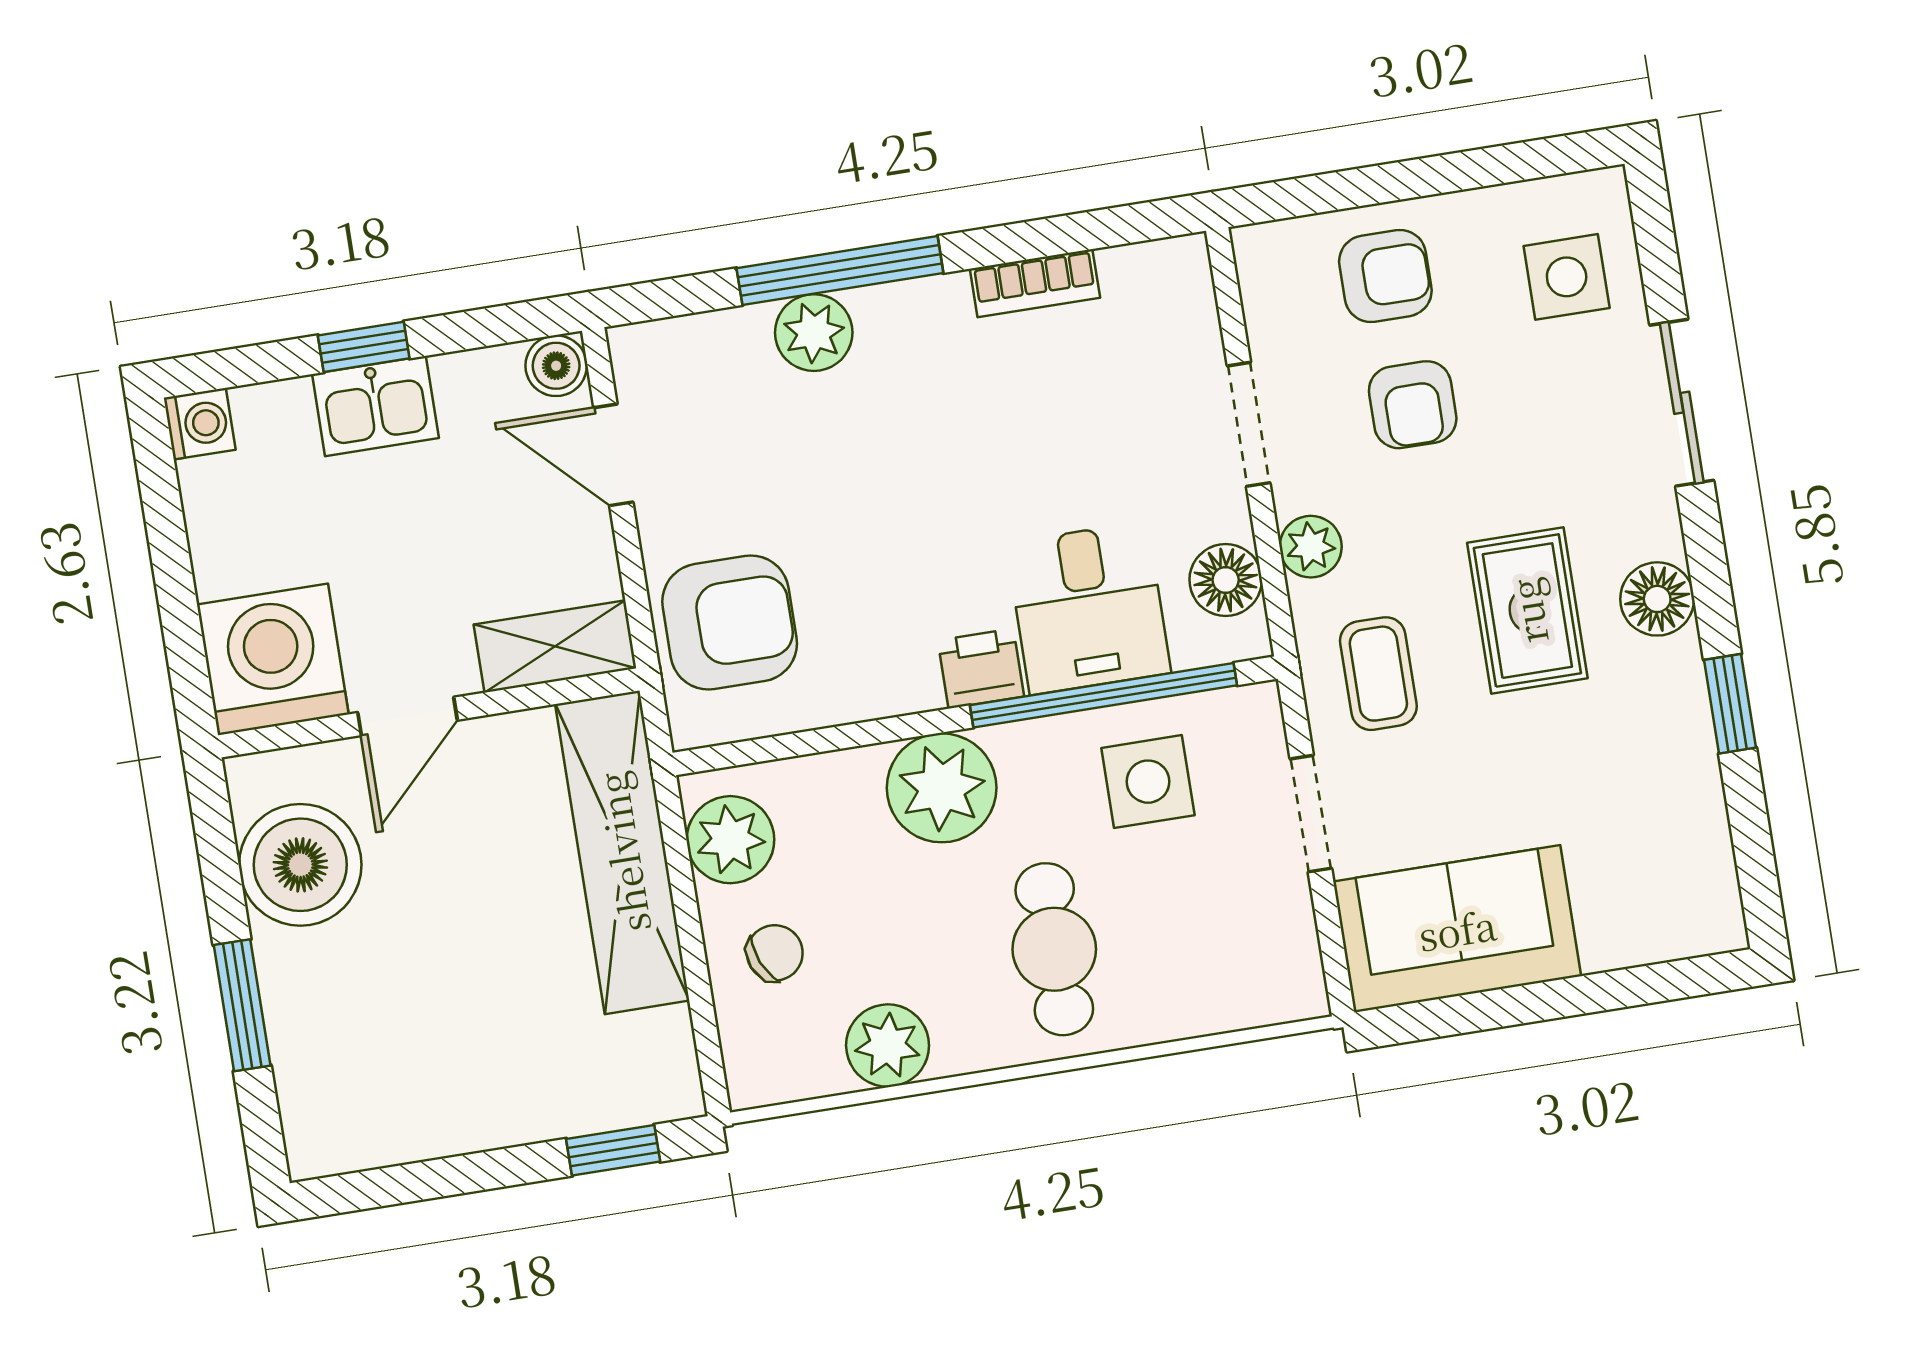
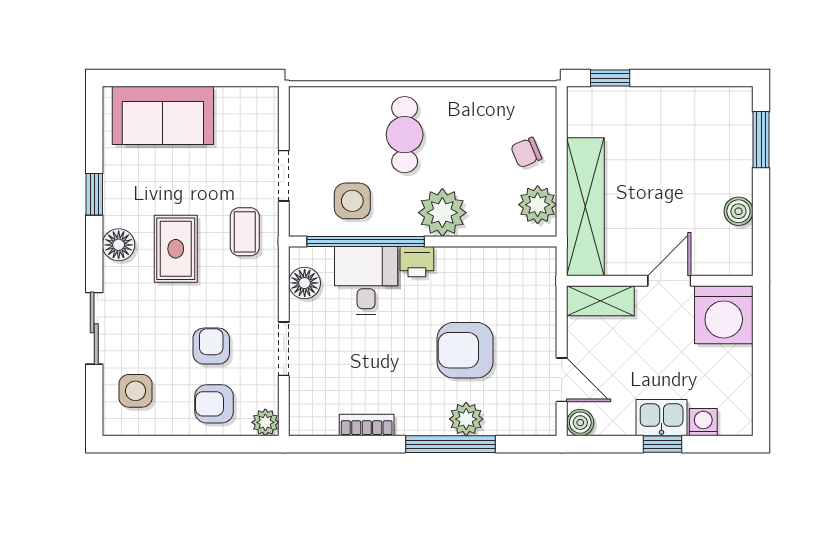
washing machine: (200, 424) -> (703, 422), moved, turned 90
plant: (1311, 547) -> (265, 422), moved
armchair: (730, 623) -> (465, 350), moved
boiler: (300, 865) -> (738, 211), width x0.54, depth x0.54
sofa: (1457, 929) -> (163, 115), moved
window: (242, 1005) -> (761, 140), moved
plant: (888, 1046) -> (484, 104), removed

